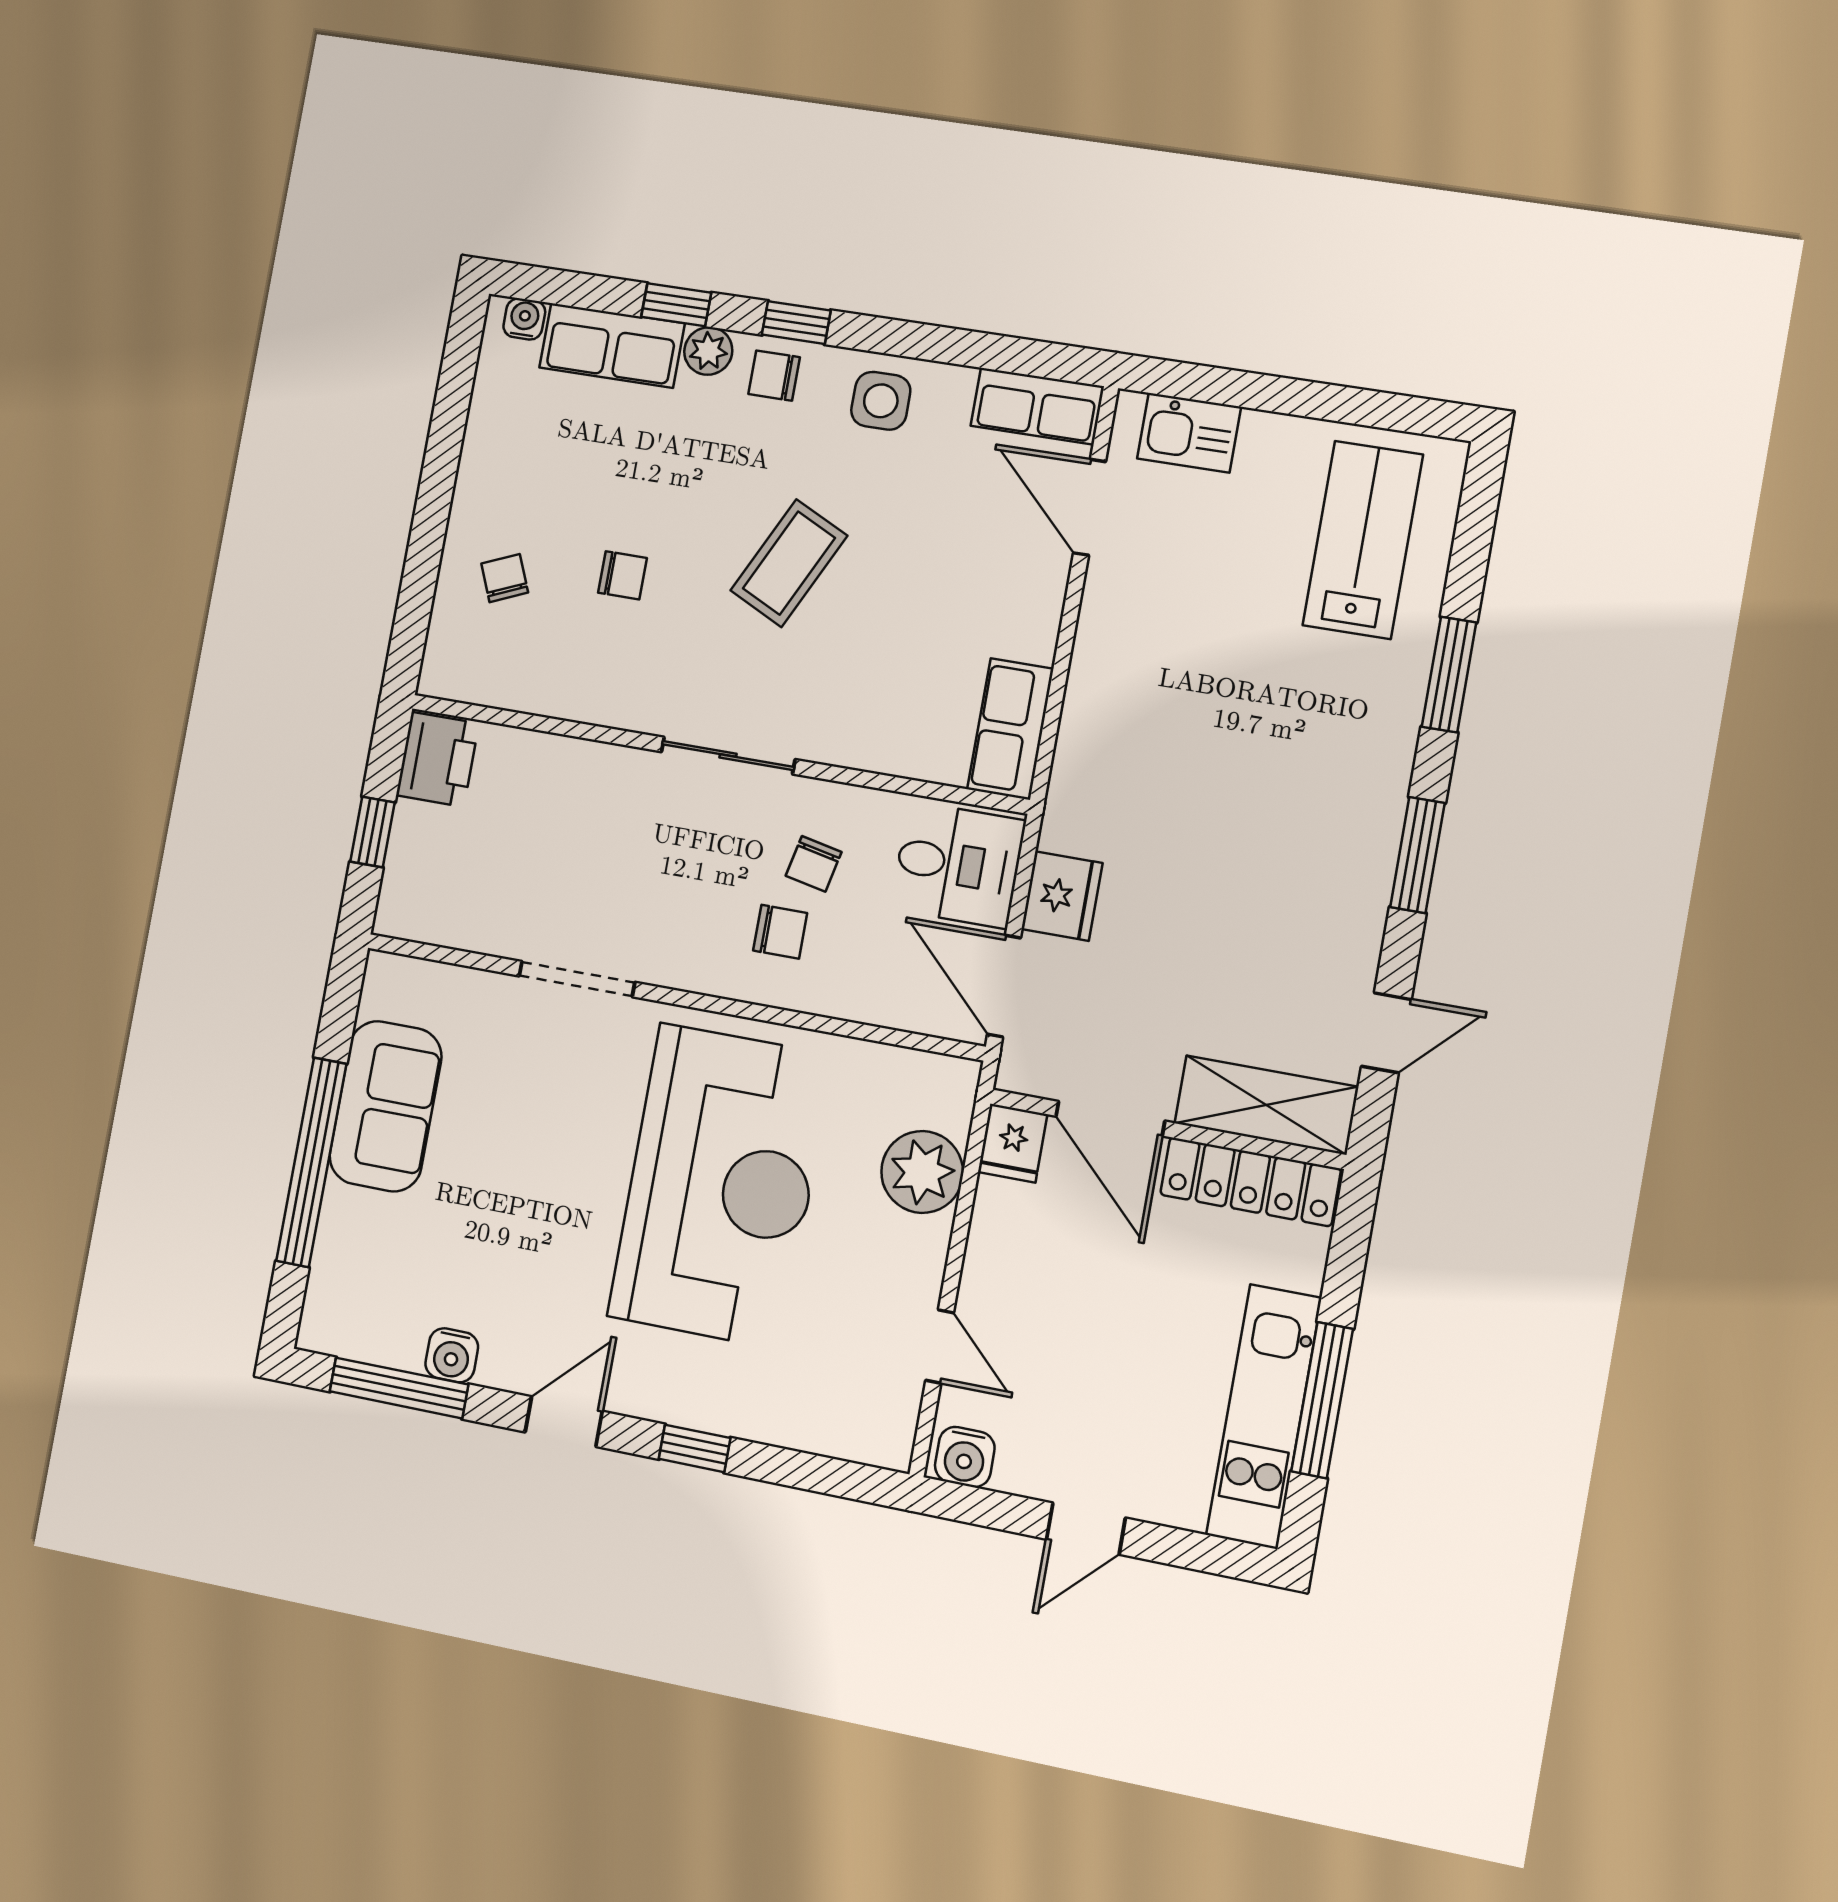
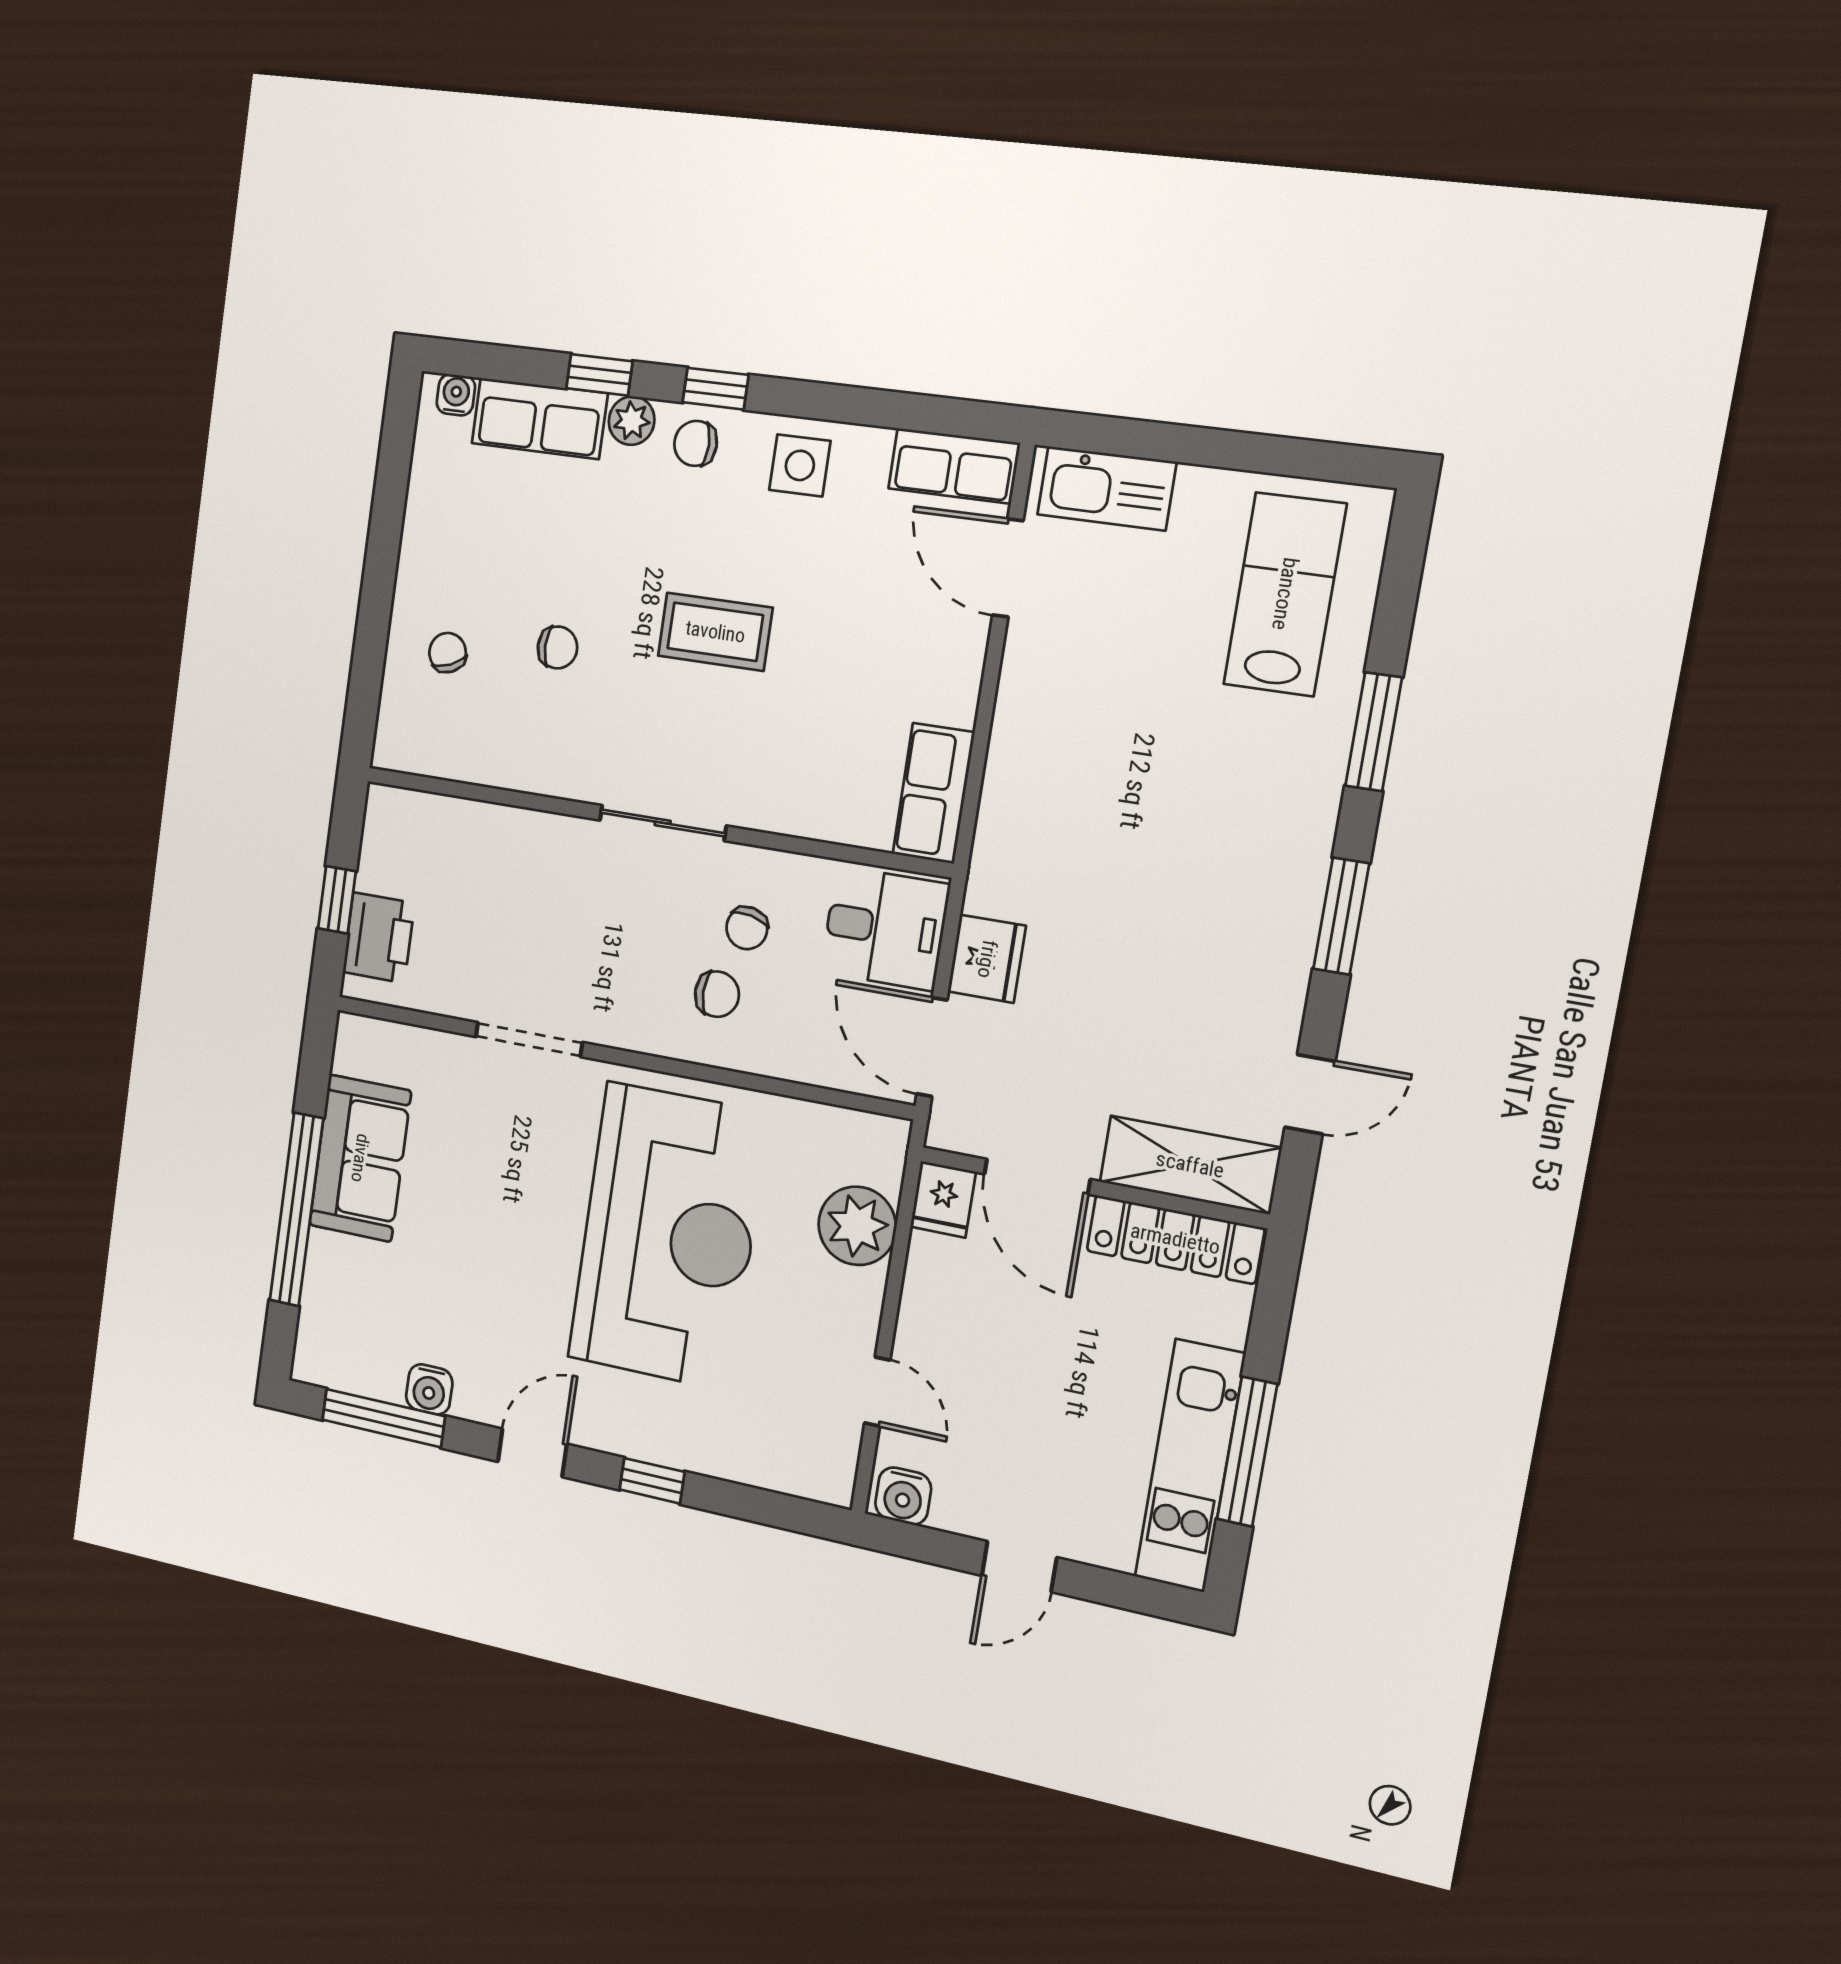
kitchen sink: (1189, 433) -> (1107, 488), width x1.38
coffee table: (789, 563) -> (715, 632), turned 64
printer: (438, 759) -> (379, 938), moved

